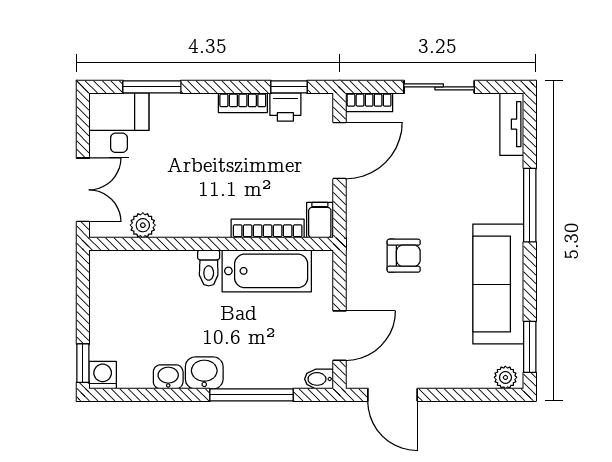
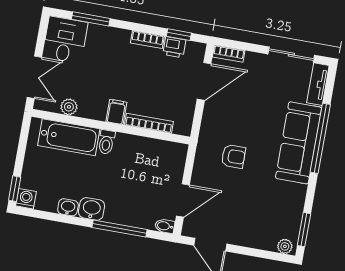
sliding door: (439, 87) -> (291, 55), moved
window: (530, 205) -> (320, 138), width x1.46
filing cabinet: (320, 220) -> (116, 112), moved
bathtub: (267, 271) -> (69, 137), moved
sofa: (498, 284) -> (299, 143), moved

